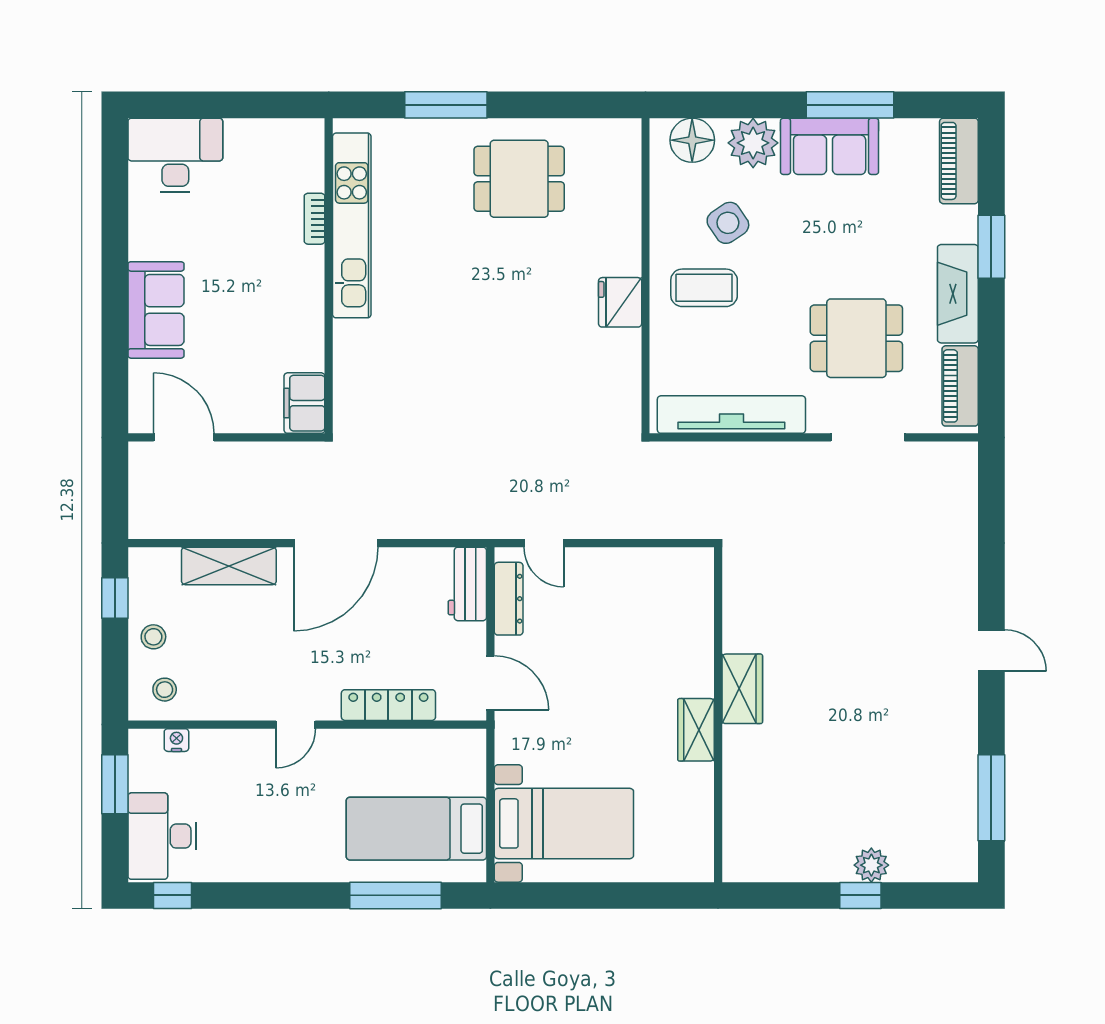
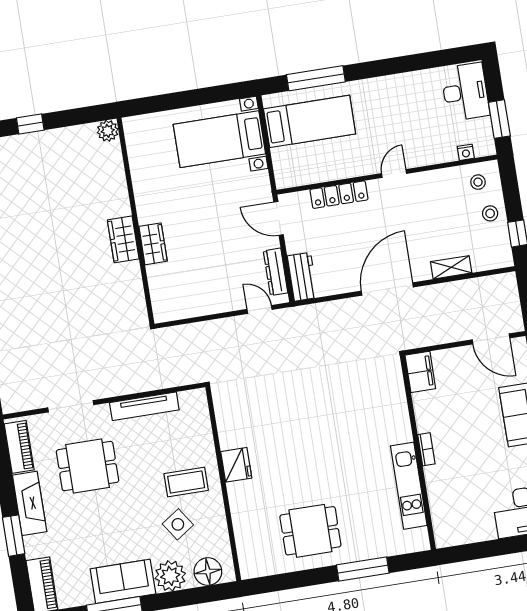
bookcase: (314, 219) -> (426, 449), moved
kitchen unit: (352, 225) -> (409, 486), width x0.73
tv unit: (731, 415) -> (144, 406), width x0.73, depth x0.78
shelving: (229, 566) -> (451, 267), width x0.67, depth x0.75
wardrobe: (696, 730) -> (153, 244), moved
plant: (871, 865) -> (108, 131), moved
window: (173, 895) -> (453, 56), removed

